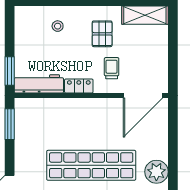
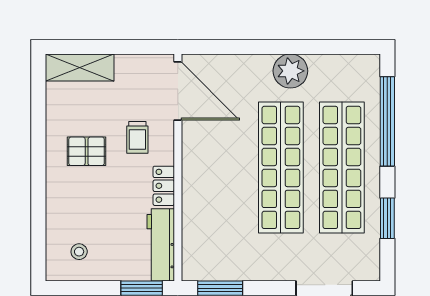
shelving: (145, 15) -> (80, 68), moved, turned 90
stool: (58, 26) -> (79, 252), moved
trolley: (112, 68) -> (137, 137), turned -90

